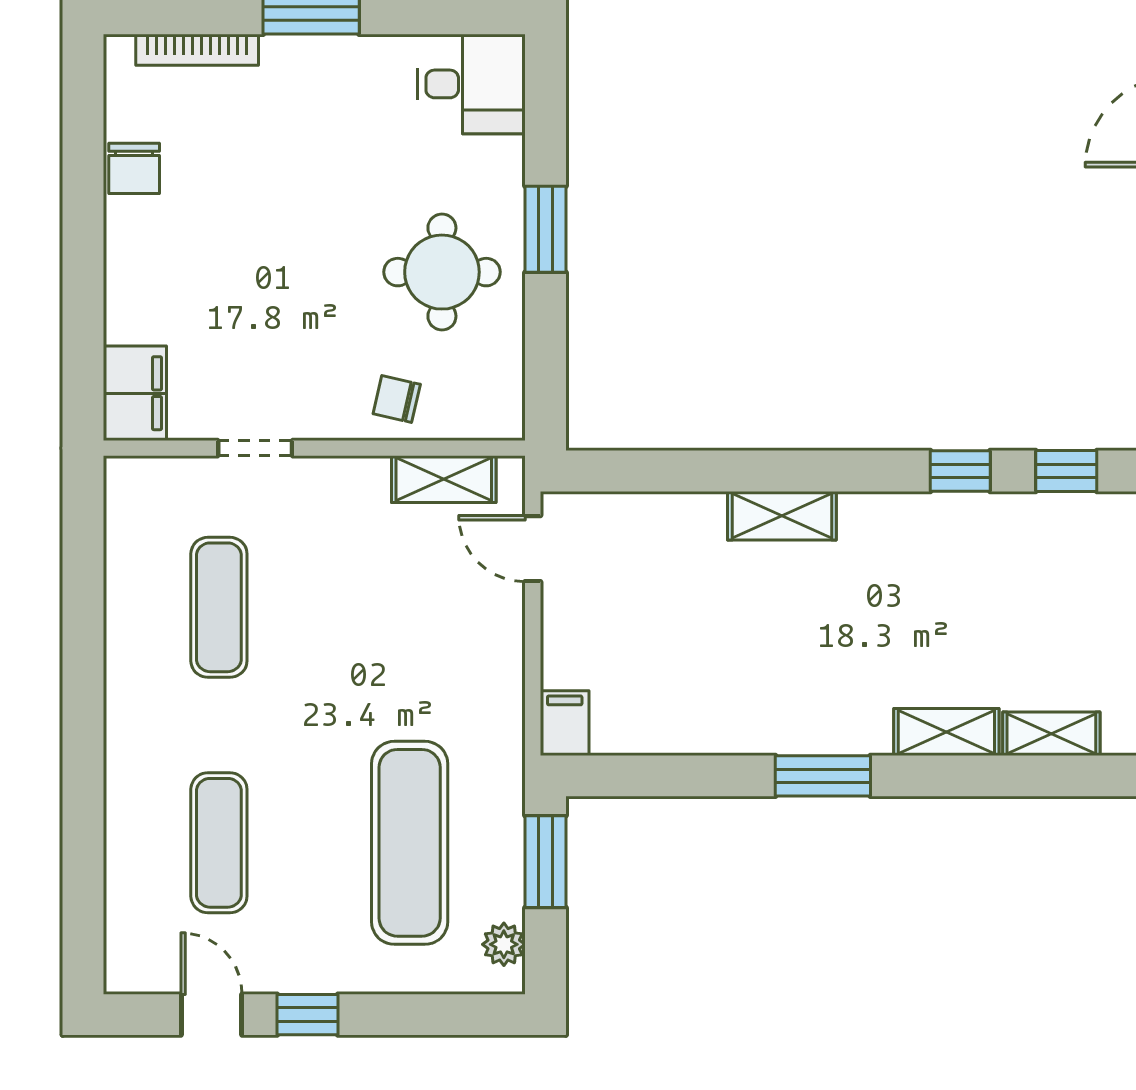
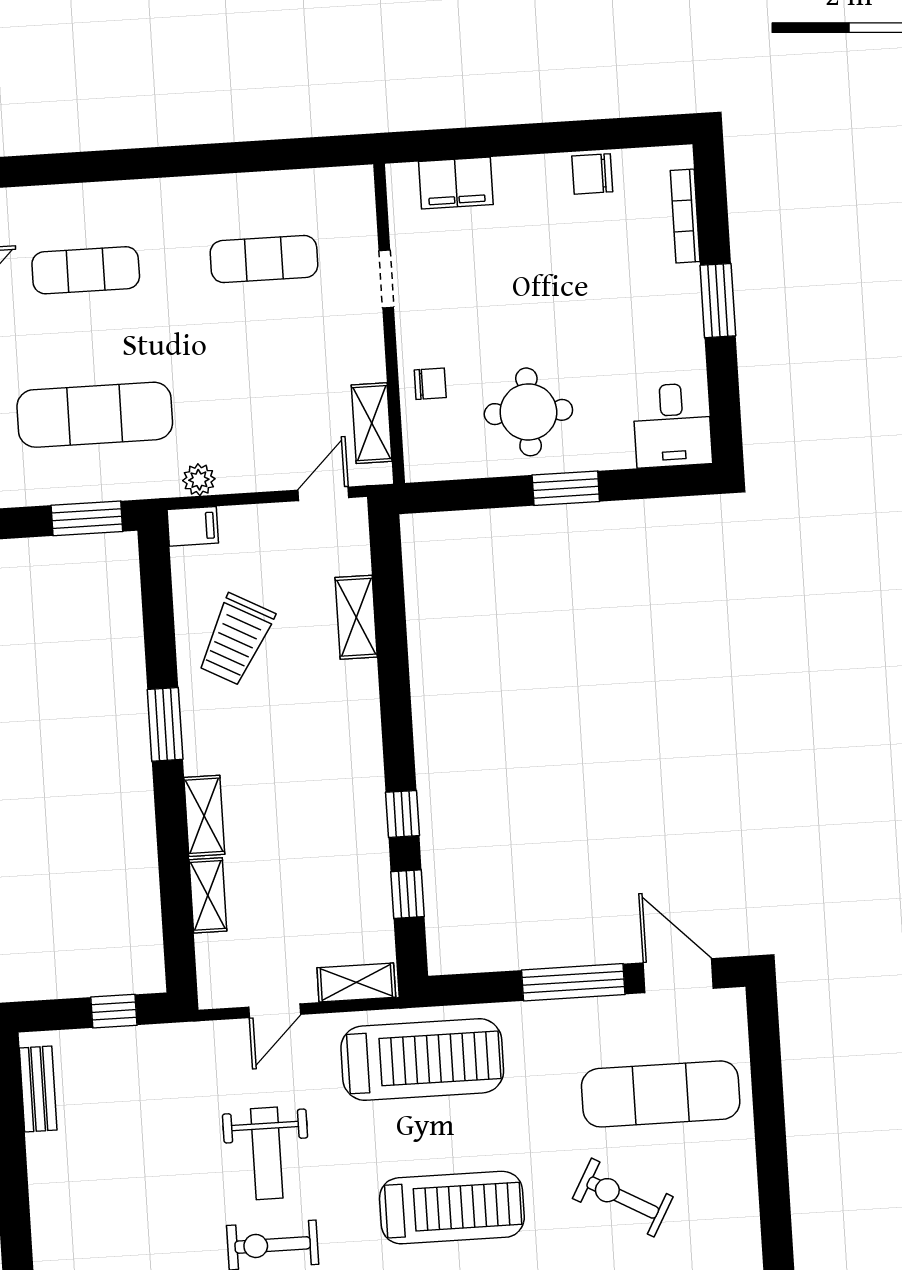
filing cabinet: (135, 393) -> (456, 183), moved
chair: (397, 399) -> (430, 384), turned 77
shelving: (782, 516) -> (356, 617), moved
trolley: (717, 676) -> (236, 640), added
plant: (504, 944) -> (199, 480), moved

